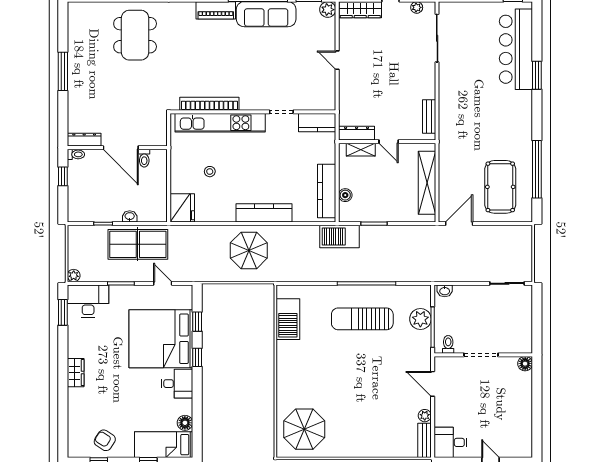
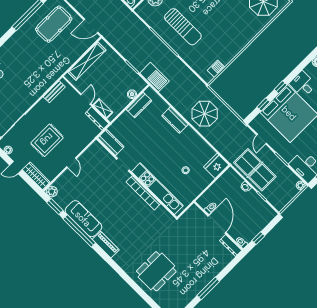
rug: (386, 58) -> (47, 140), added
bookcase: (209, 104) -> (143, 193), moved
kitchen counter: (327, 191) -> (139, 105), width x0.67
kitchen counter: (264, 213) -> (175, 120), width x0.67
barbecue: (288, 319) -> (216, 69), width x0.53, depth x0.65

